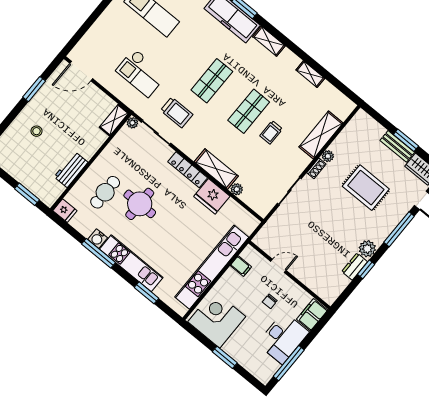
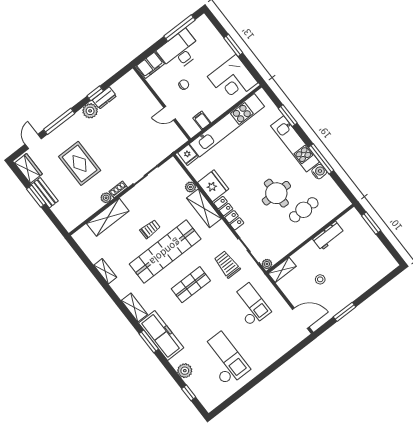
shop shelf: (249, 111) -> (165, 252), width x2.00, depth x1.36
stool: (36, 131) -> (320, 279), moved
fridge: (65, 211) -> (188, 155), moved, turned 180

